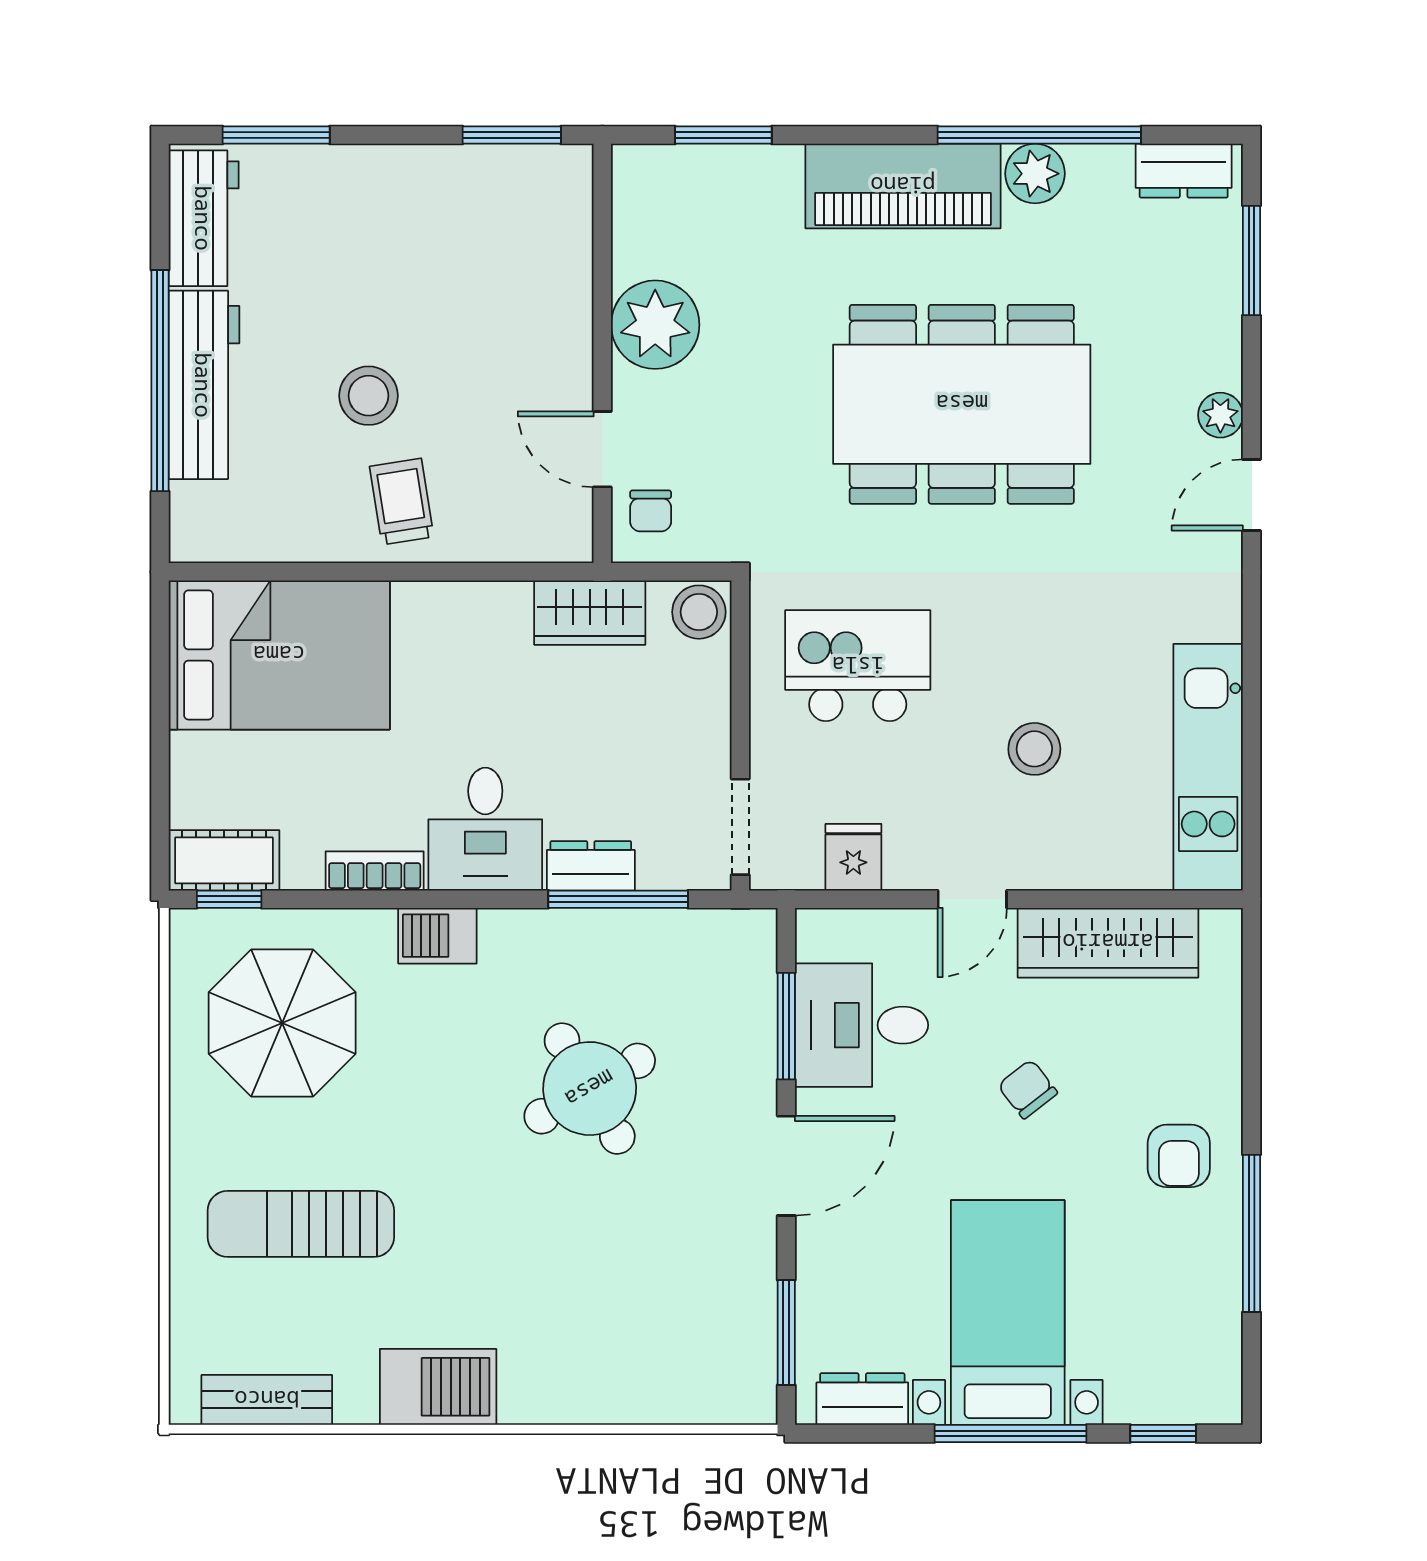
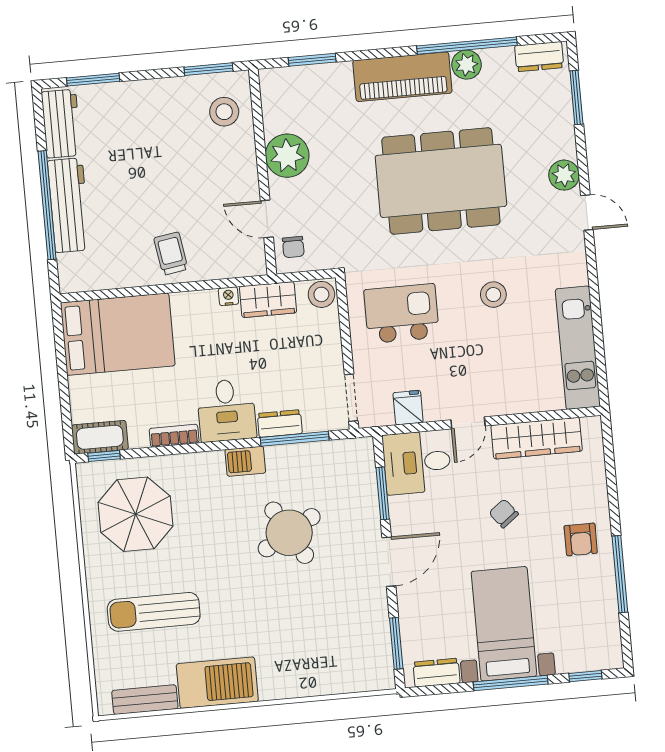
stool: (368, 396) -> (224, 112), moved
plant: (1220, 415) -> (564, 175), width x1.38, depth x1.38
door: (1252, 495) -> (587, 212), swing flipped
nightstand: (510, 598) -> (228, 296), added
stool: (1034, 749) -> (493, 295), moved
barbecue: (437, 936) -> (245, 461), moved
desk: (862, 1025) -> (417, 462), moved
barbecue: (438, 1387) -> (217, 683), width x1.37, depth x1.21

